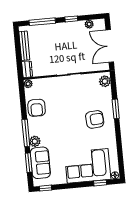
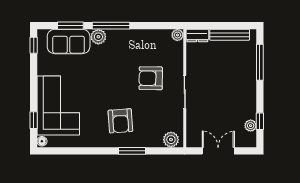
window: (71, 19) -> (260, 121), moved
double door: (110, 46) -> (218, 151), width x0.73
armchair: (37, 108) -> (151, 78), moved

